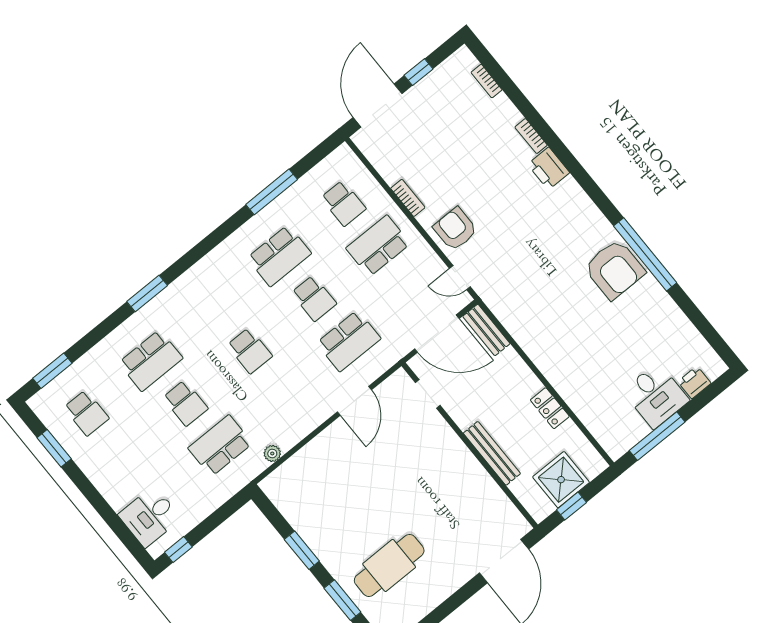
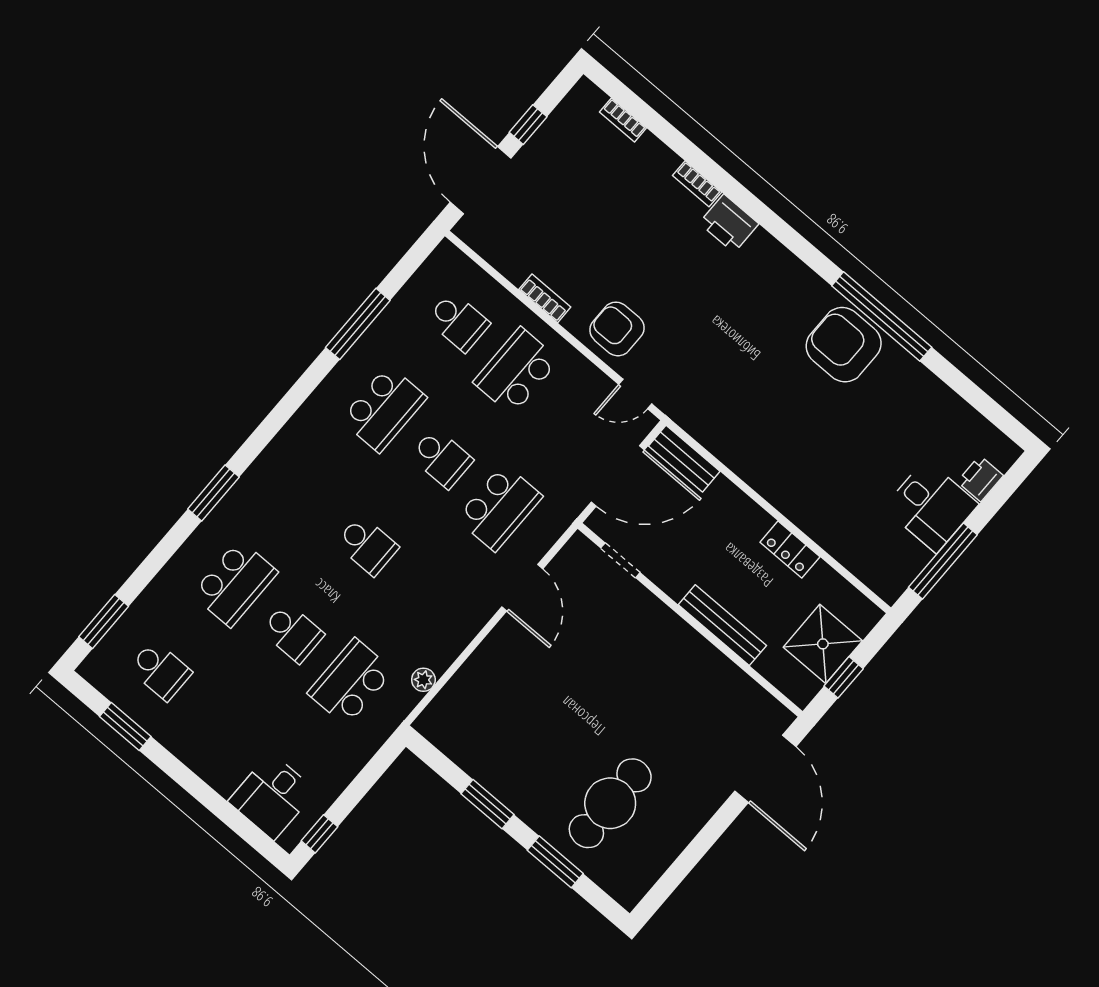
armchair: (614, 269) -> (844, 345), turned 180

